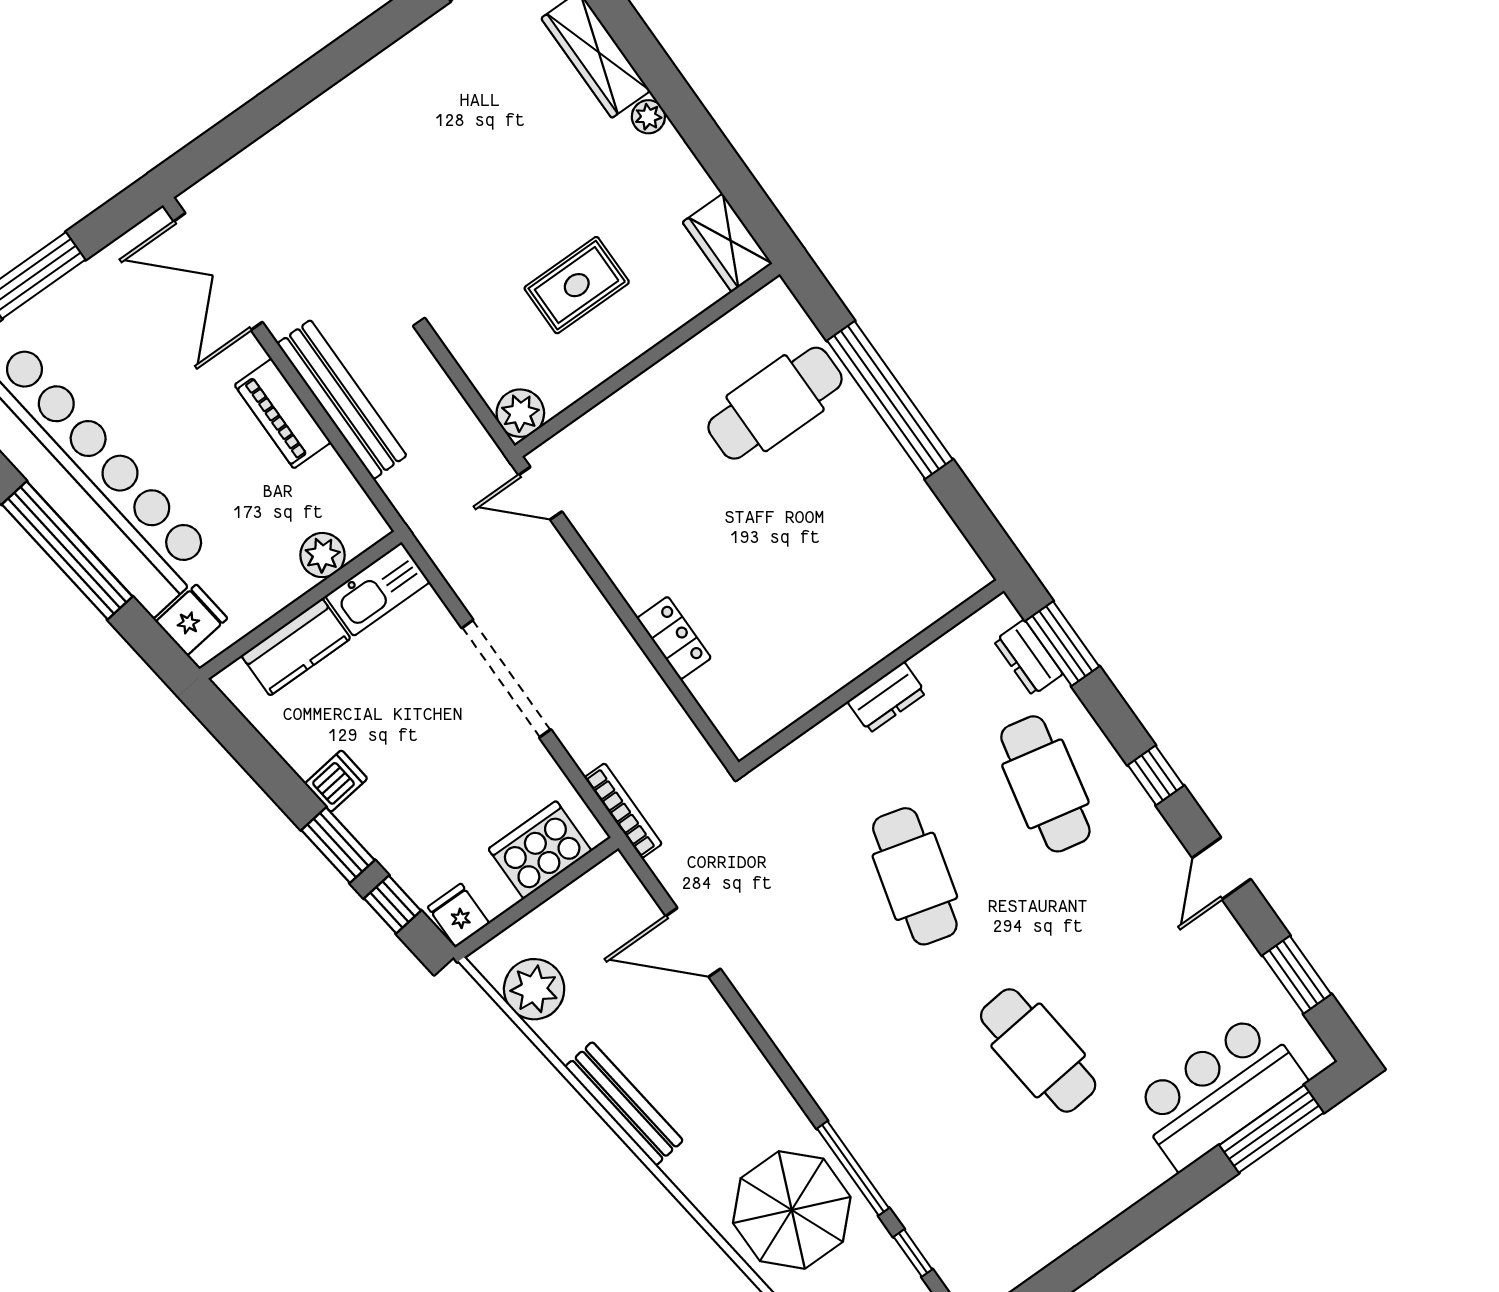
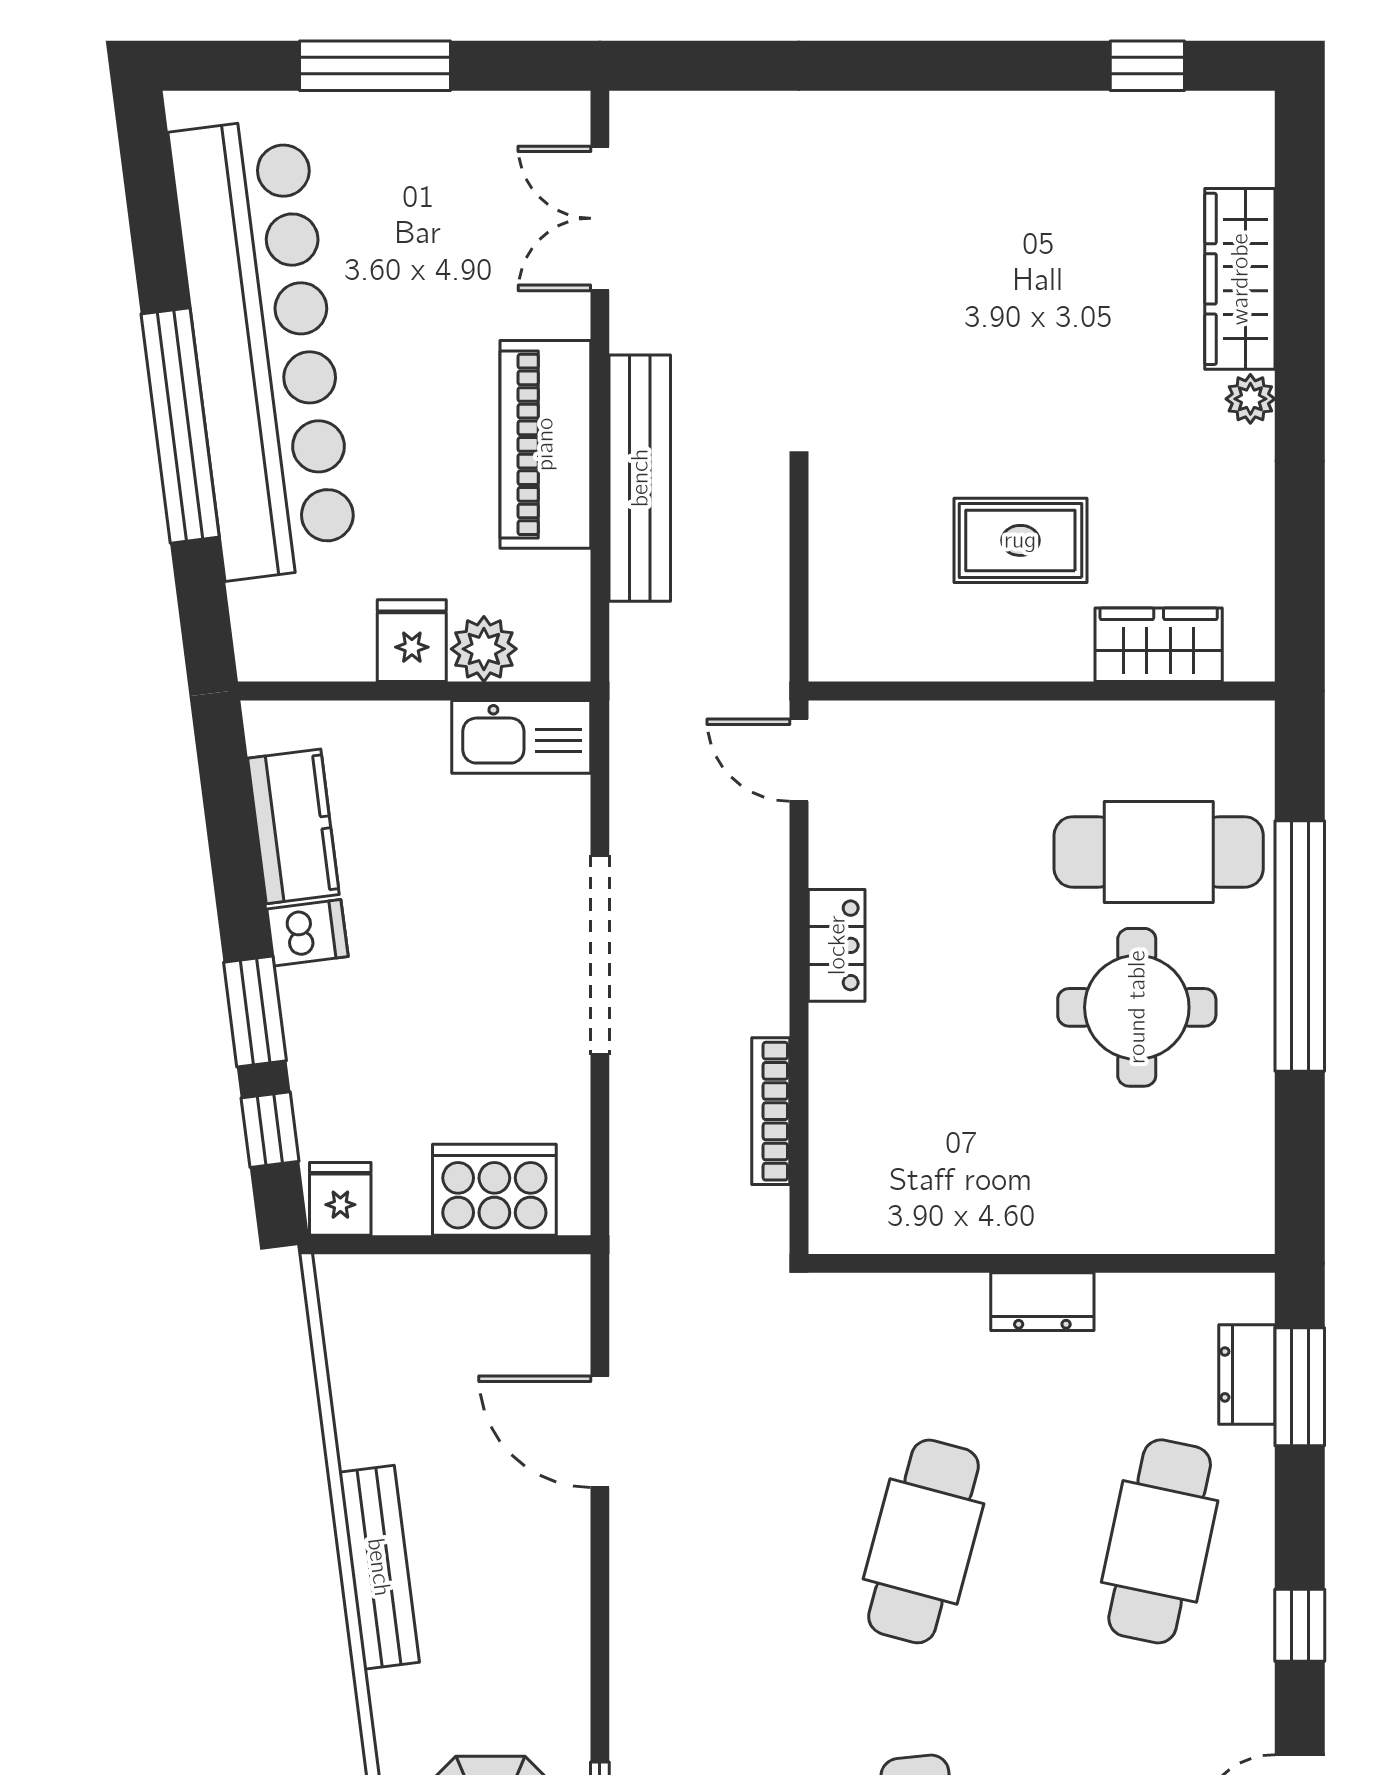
wardrobe: (727, 243) -> (1159, 645), moved, turned 90
double door: (218, 272) -> (600, 218), width x0.73
plant: (520, 413) -> (843, 647), removed
piano: (283, 414) -> (545, 444), width x1.37, depth x1.33
round table: (824, 498) -> (1137, 1007), added
fridge: (192, 620) -> (412, 641), moved, turned -83
locker: (674, 638) -> (837, 945), moved
kitchen counter: (296, 647) -> (293, 826), moved, turned -97
bookcase: (623, 811) -> (771, 1111), moved, turned 180
plant: (534, 989) -> (368, 1352), removed

